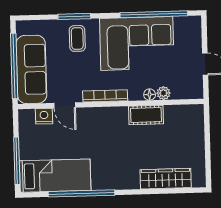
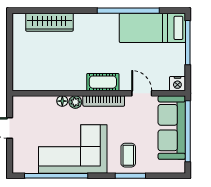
plant: (163, 93) -> (75, 102), moved
cot: (146, 115) -> (103, 82), moved
nightstand: (44, 116) -> (177, 84), moved

